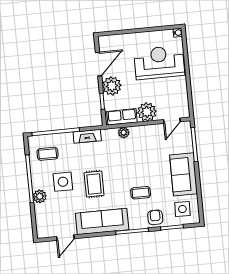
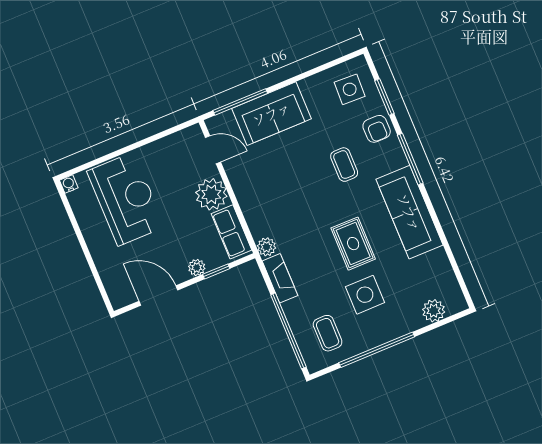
reception desk: (159, 63) -> (126, 199), turned 180
plant: (112, 86) -> (197, 267), width x0.53, depth x0.53
plant: (124, 133) -> (267, 247), moved
sofa: (184, 174) -> (271, 114), moved
rug: (94, 184) -> (353, 244), turned 90
plant: (40, 196) -> (434, 311), moved
armchair: (155, 217) -> (377, 129), turned -90
door: (65, 238) -> (454, 263), removed

